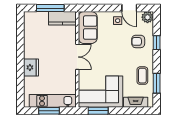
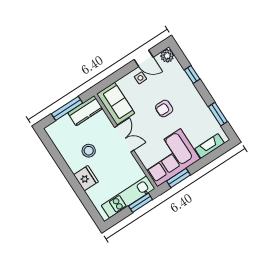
armchair: (138, 41) -> (164, 109), moved
stool: (46, 49) -> (89, 151), added
coffee table: (142, 76) -> (199, 116), removed
window: (49, 111) -> (141, 203), moved

